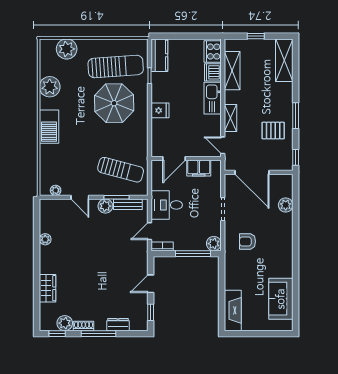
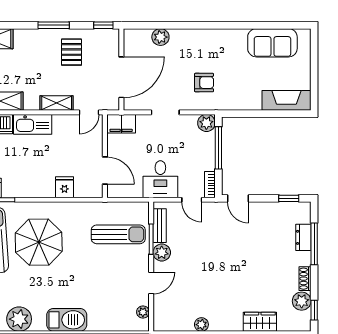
fridge: (160, 110) -> (64, 187), moved
filing cabinet: (199, 168) -> (121, 124), moved, turned 90
sun lounger: (121, 170) -> (118, 234), turned 75
armchair: (248, 241) -> (204, 83), turned -90
door: (151, 284) -> (238, 198), moved
window: (98, 334) -> (314, 244), moved

